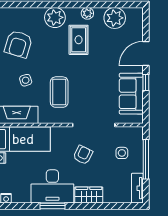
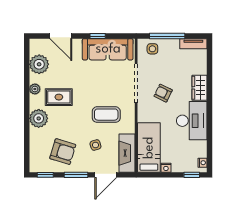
door: (146, 53) -> (61, 36), moved
sofa: (131, 94) -> (108, 49), width x1.36
side table: (122, 153) -> (152, 49), moved
window: (52, 206) -> (209, 121), removed

